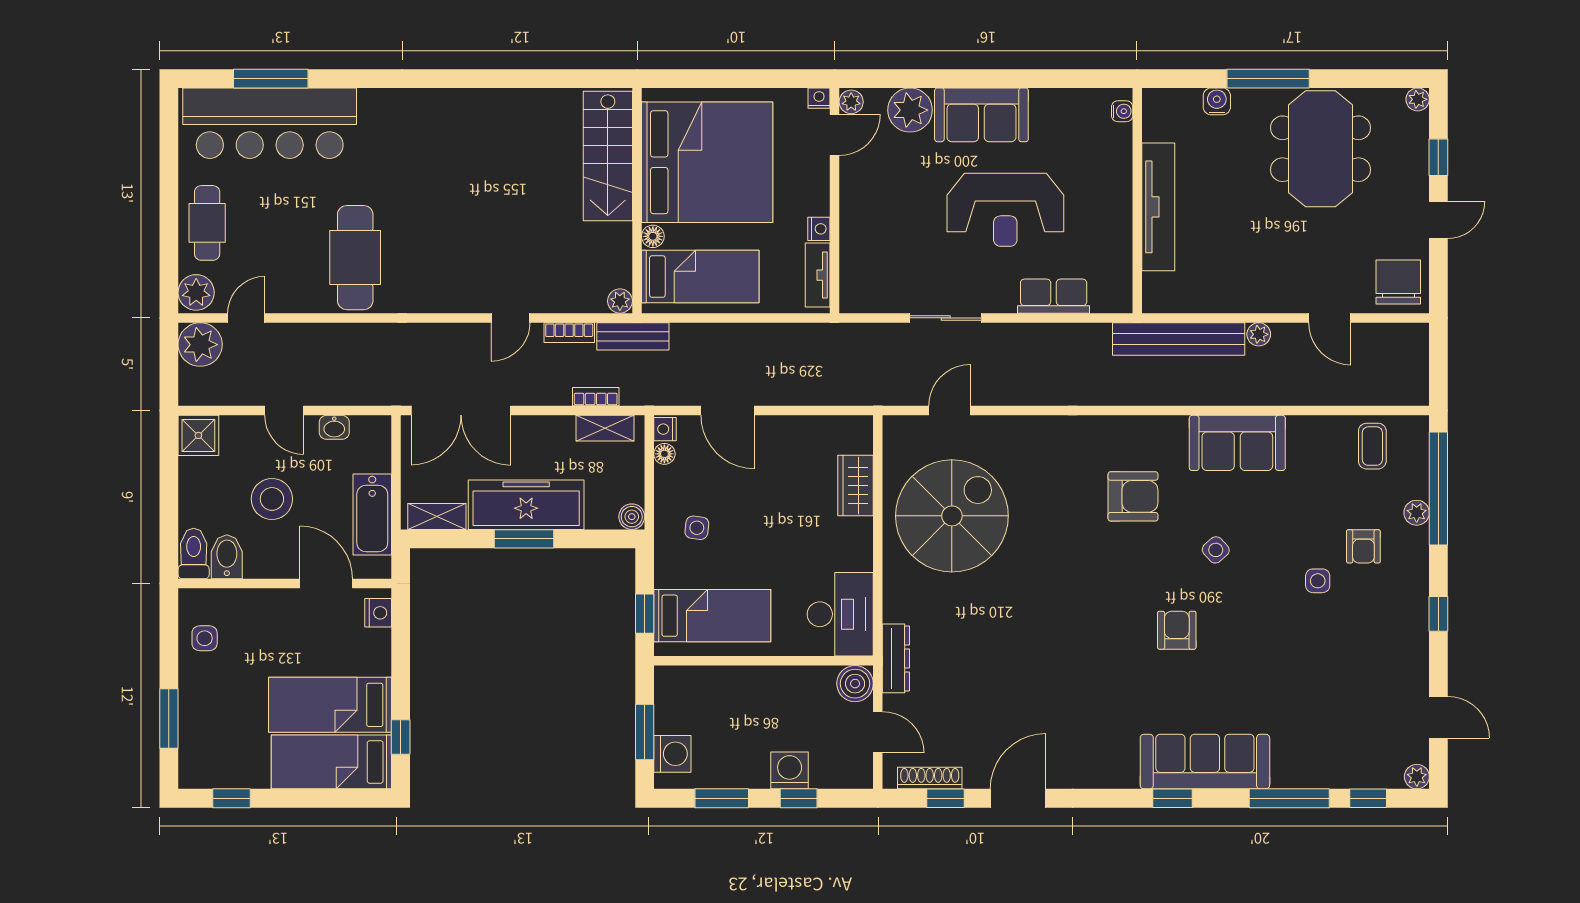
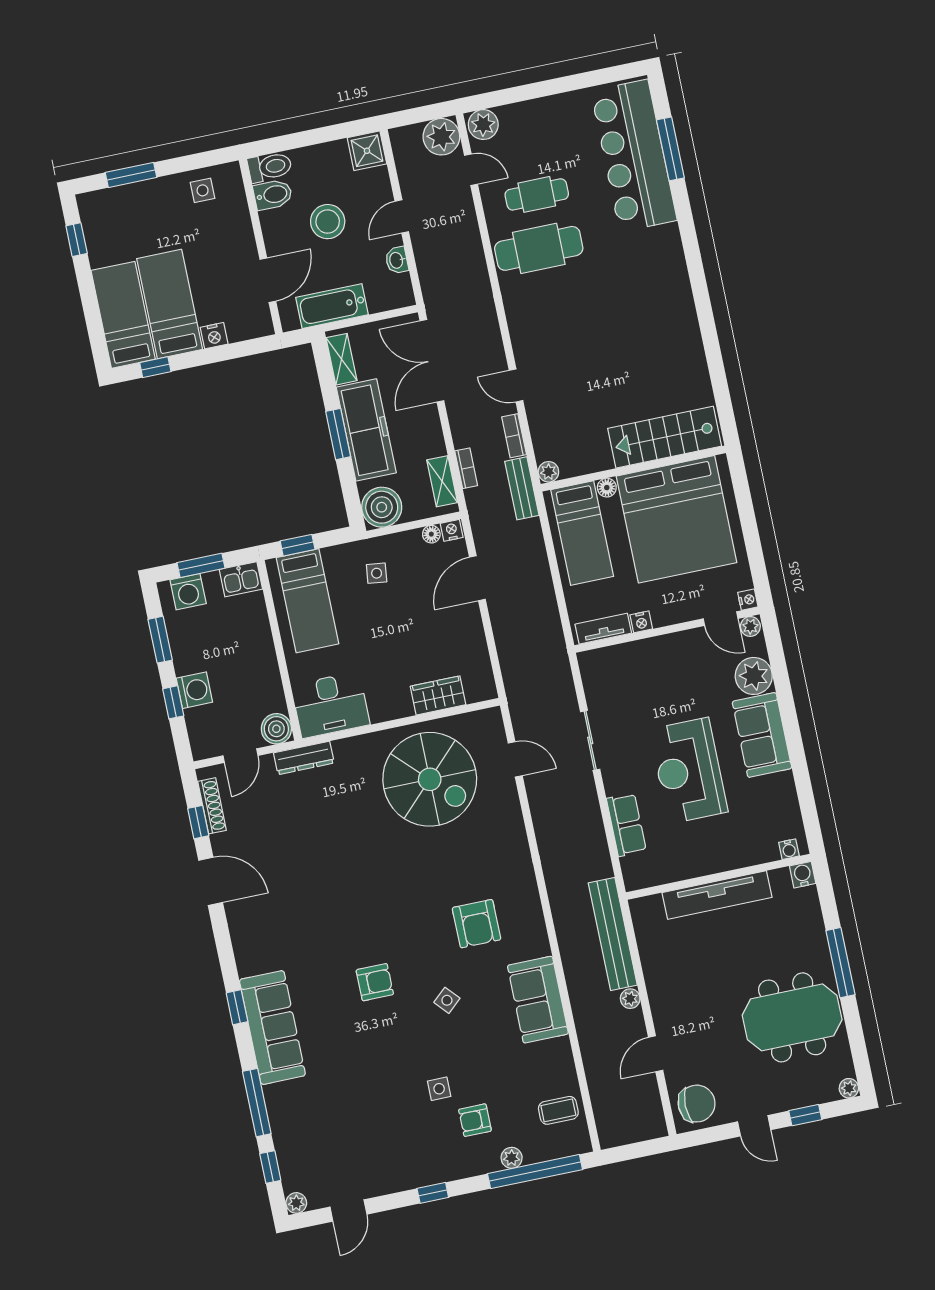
water cooler: (1217, 101) -> (803, 875), moved, turned -90
cafe table: (207, 223) -> (537, 194), moved
boiler: (632, 517) -> (382, 507), width x1.86, depth x1.86
nightstand: (378, 613) -> (214, 336), moved
kitchen sink: (671, 689) -> (241, 579), added

